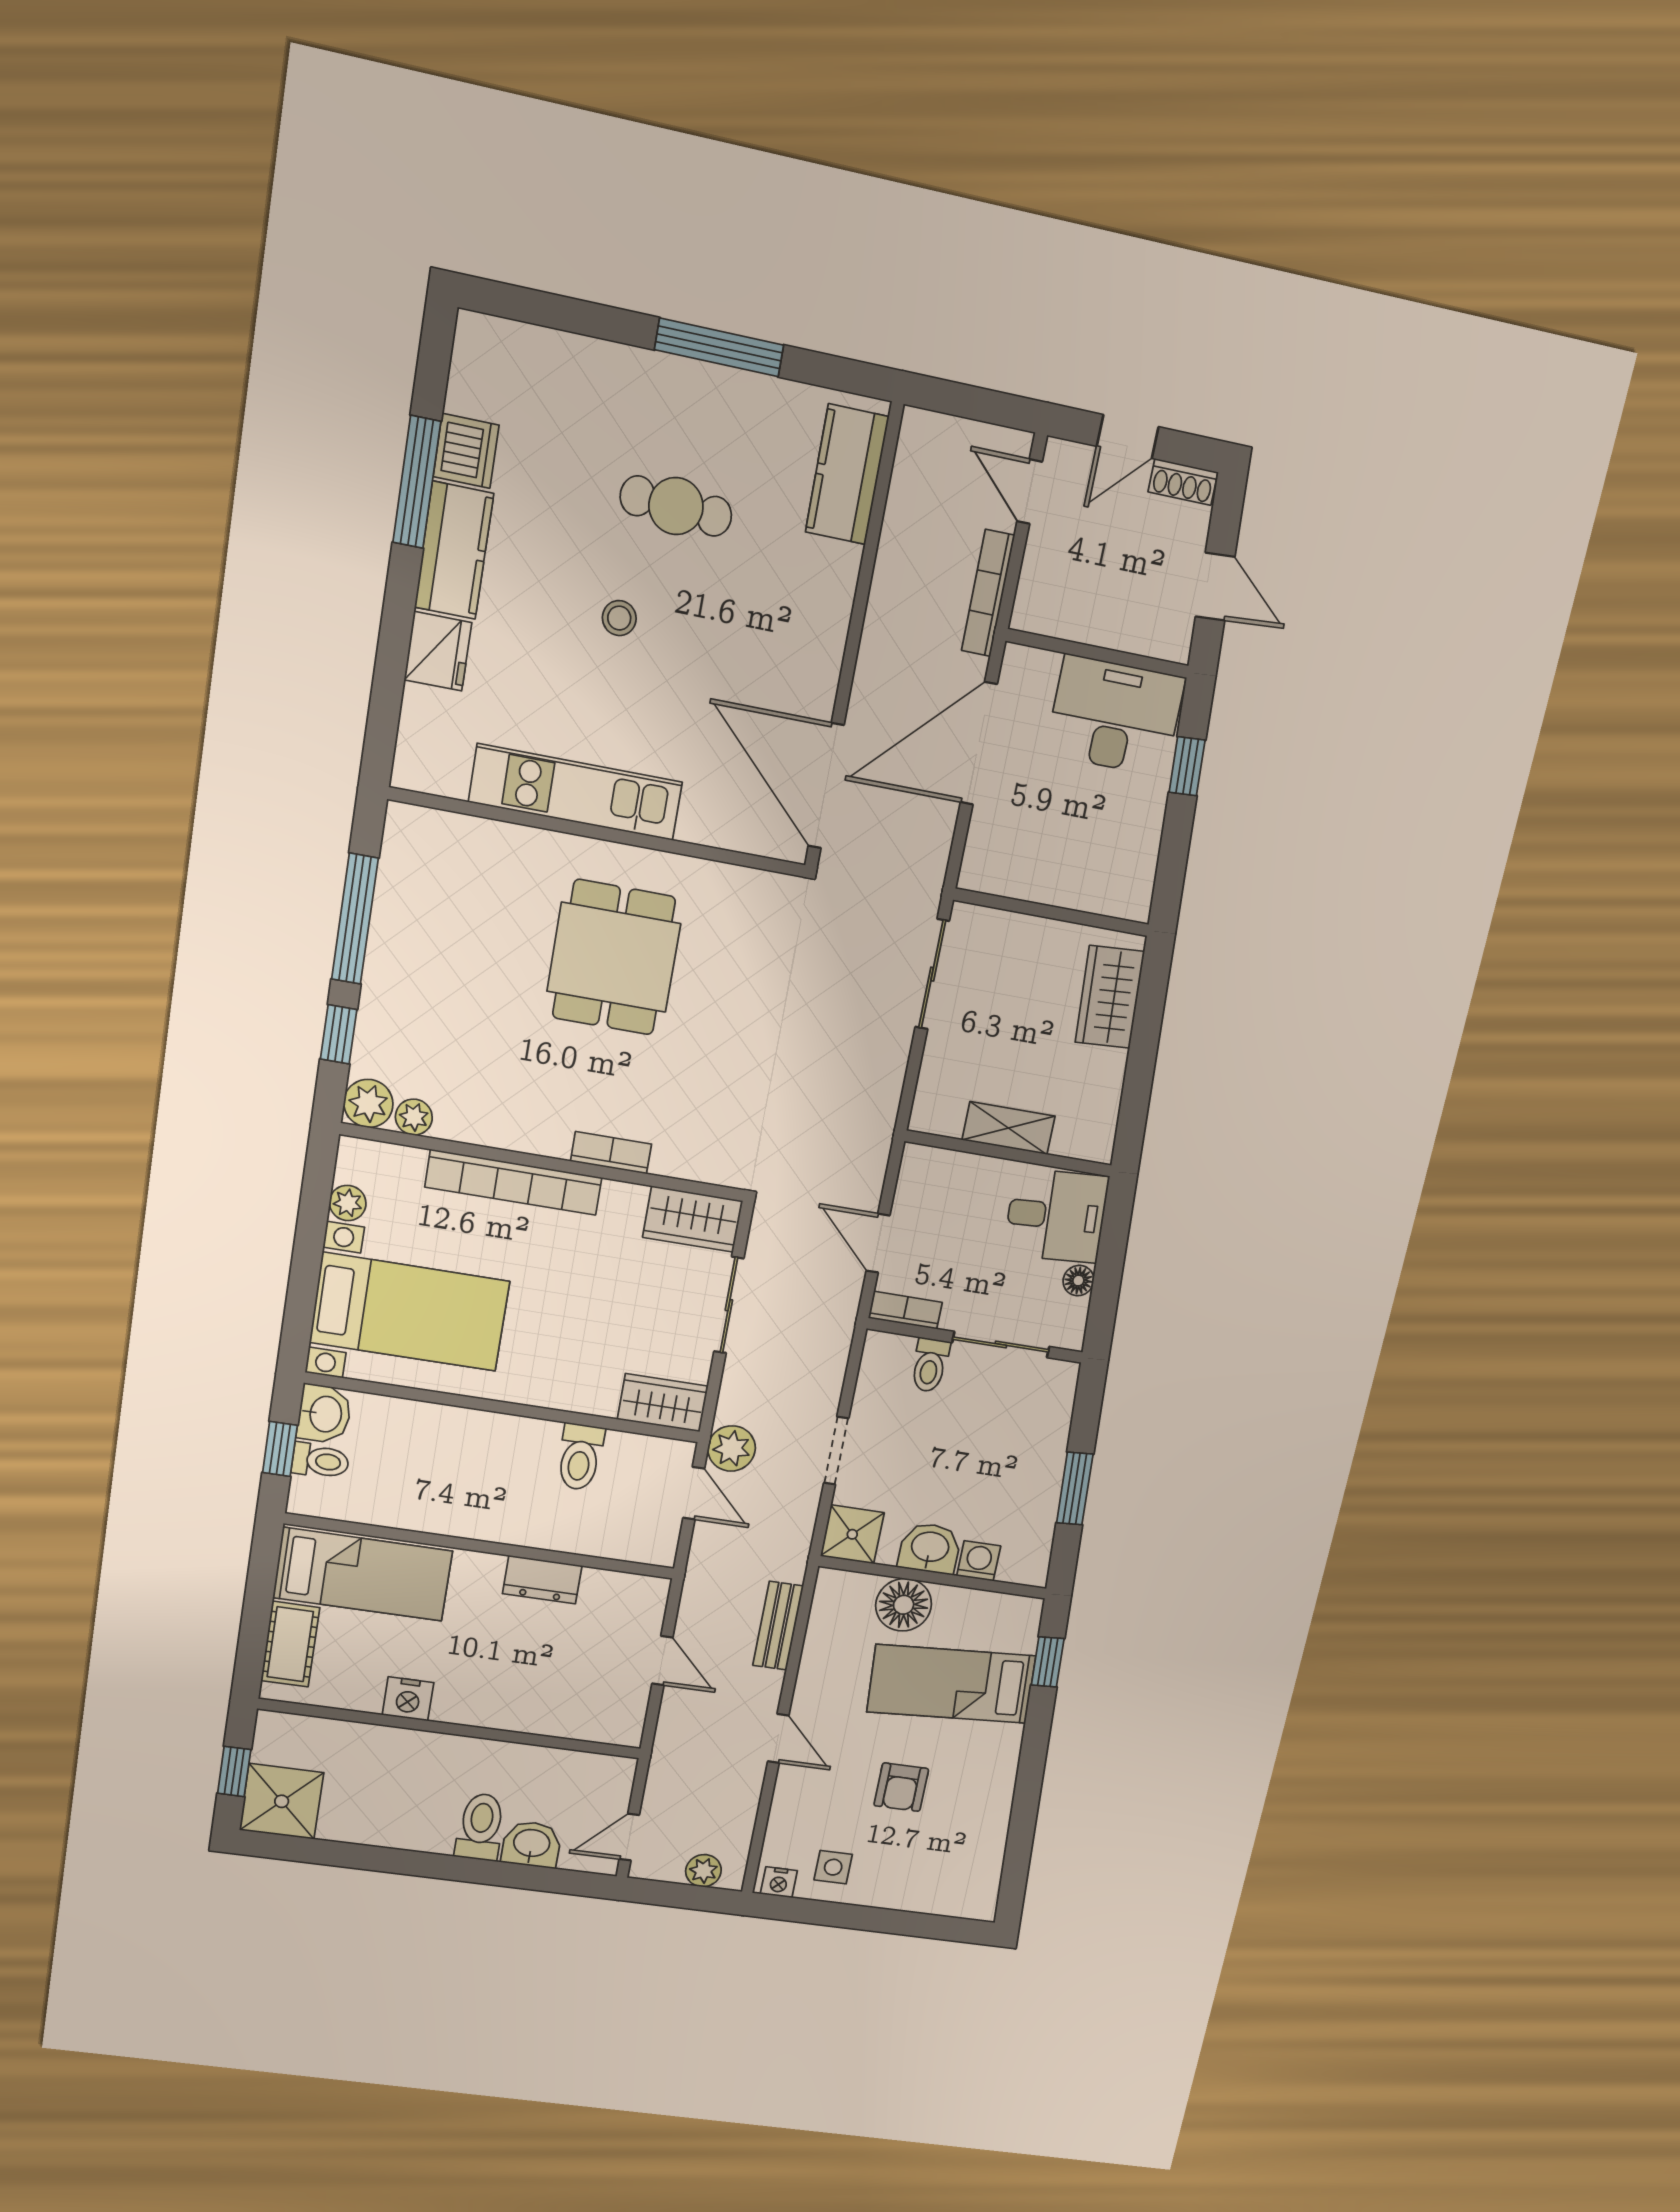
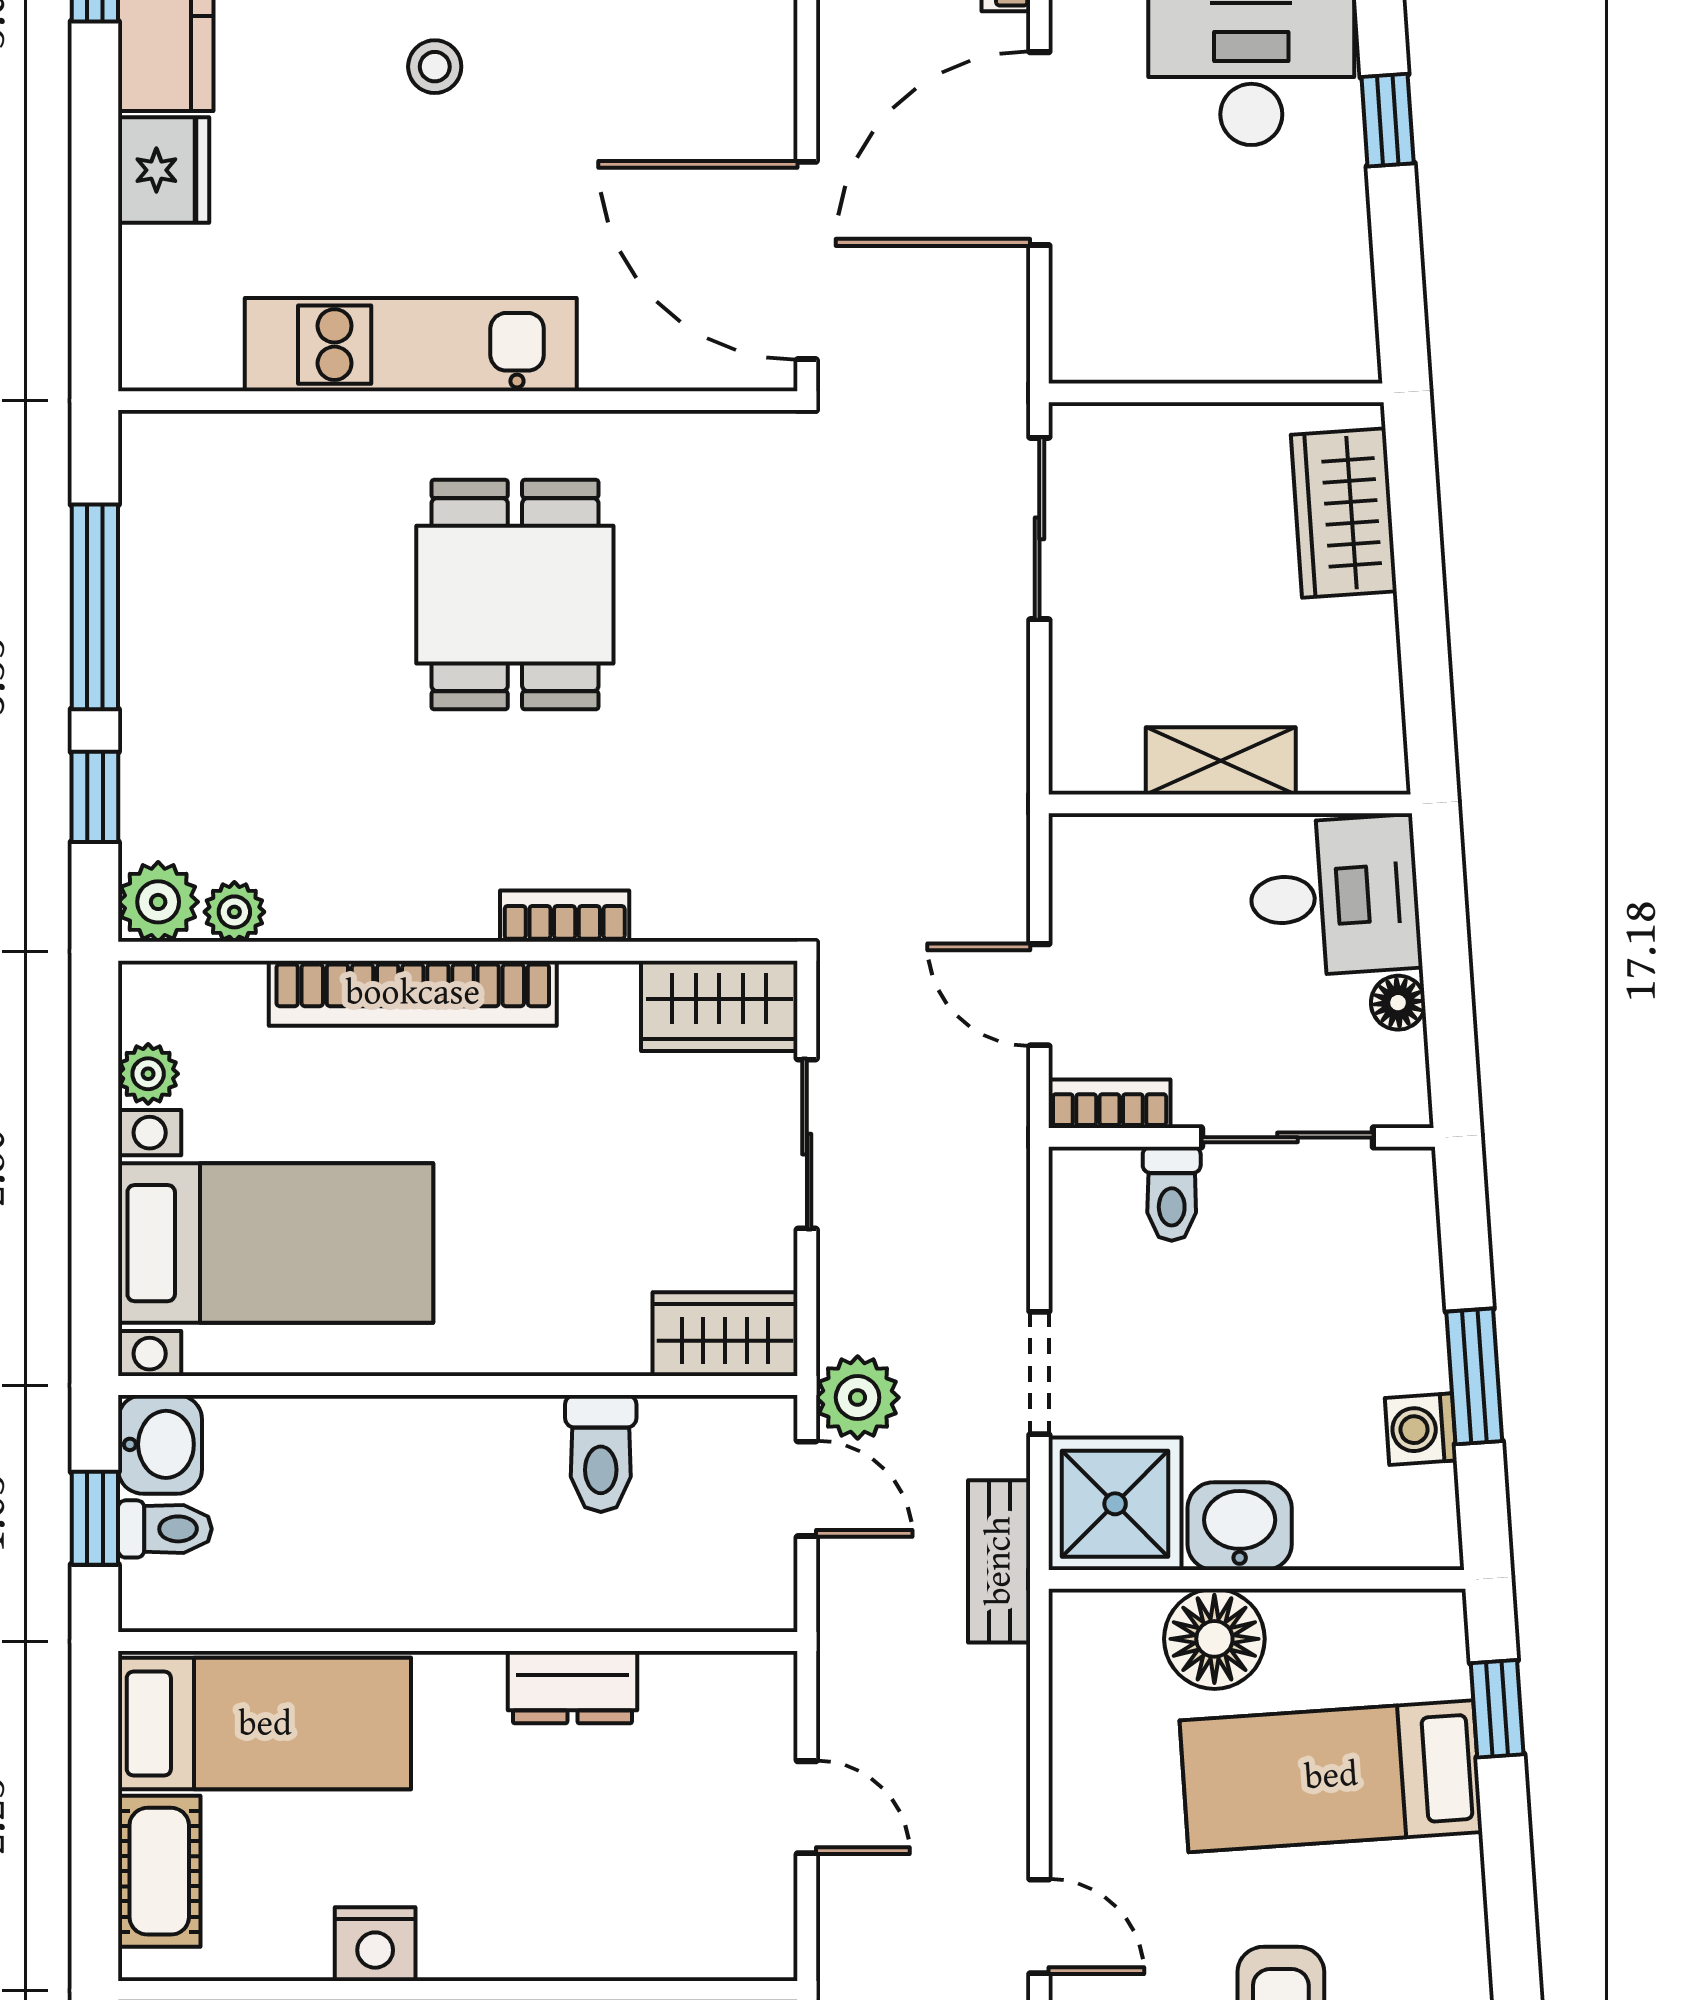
shower: (852, 1534) -> (1115, 1504), width x1.36, depth x1.36
washing machine: (979, 1561) -> (1421, 1429), moved, turned -94
bench: (778, 1626) -> (999, 1561), moved

